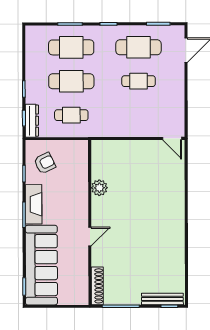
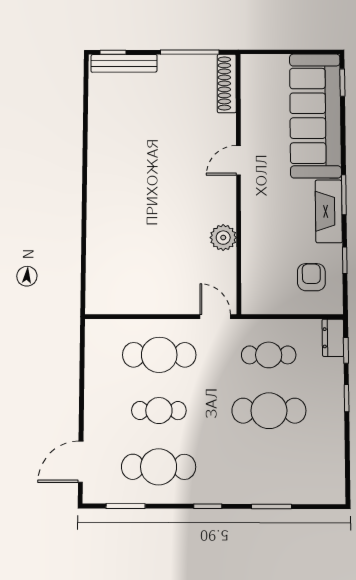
cafe table: (71, 47) -> (159, 355), moved
dresser: (32, 121) -> (333, 338), width x0.70
door: (172, 138) -> (215, 317), moved
armchair: (45, 163) -> (311, 277), turned 116

